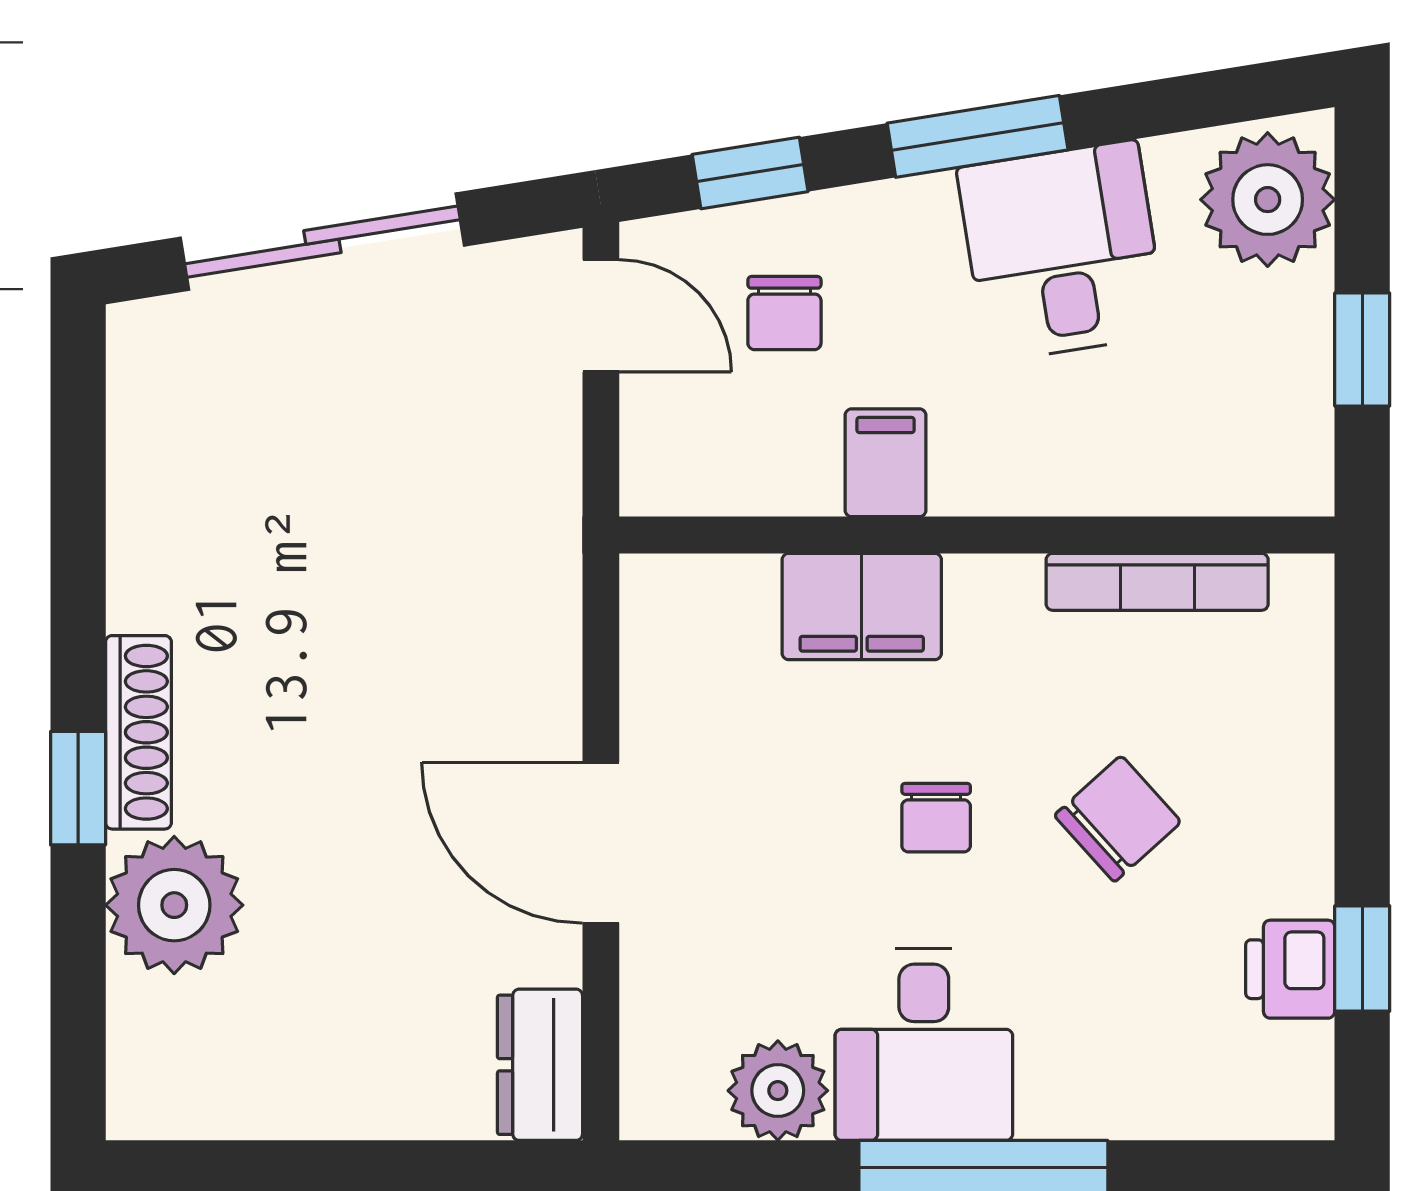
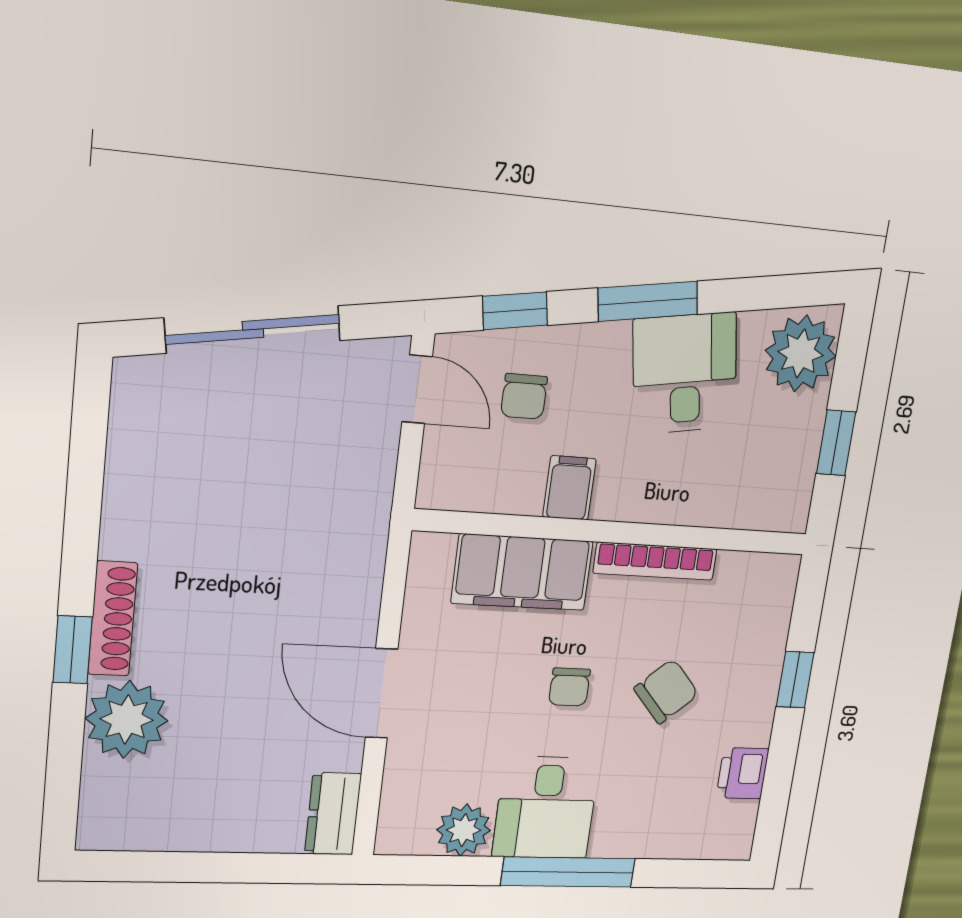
bookcase: (1157, 582) -> (655, 561), moved
filing cabinet: (862, 607) -> (522, 572), width x1.50, depth x1.17
window: (1362, 958) -> (795, 680), moved

